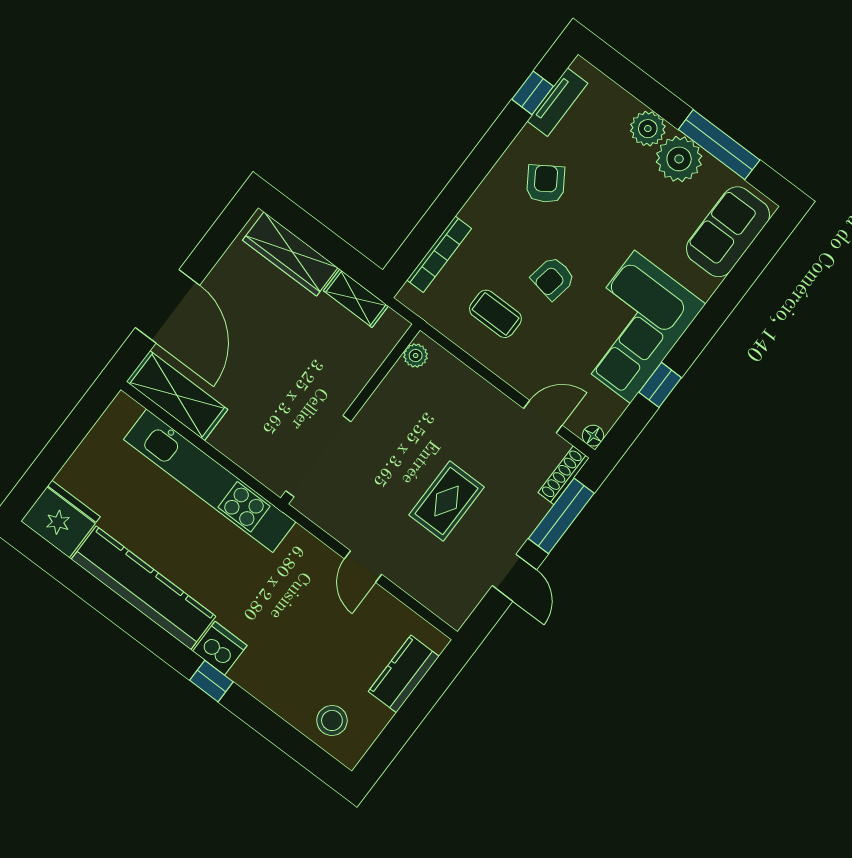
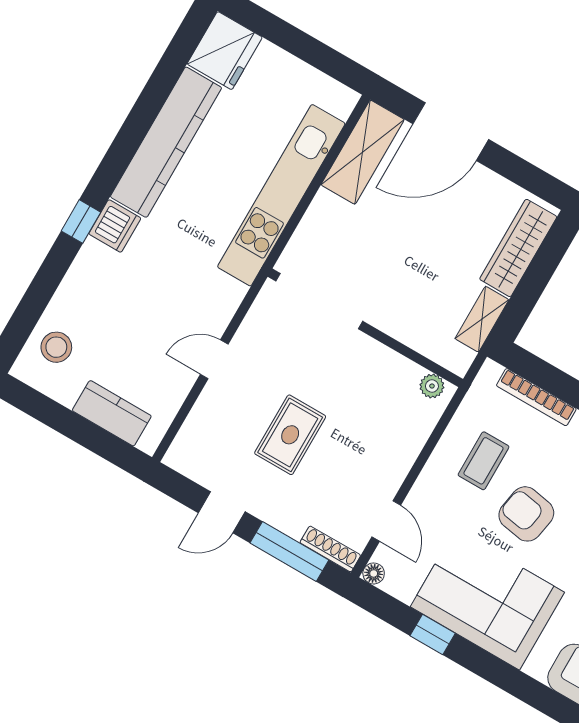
armchair: (553, 278) -> (526, 514), width x1.38, depth x1.38
rug: (447, 501) -> (290, 435), turned 90

